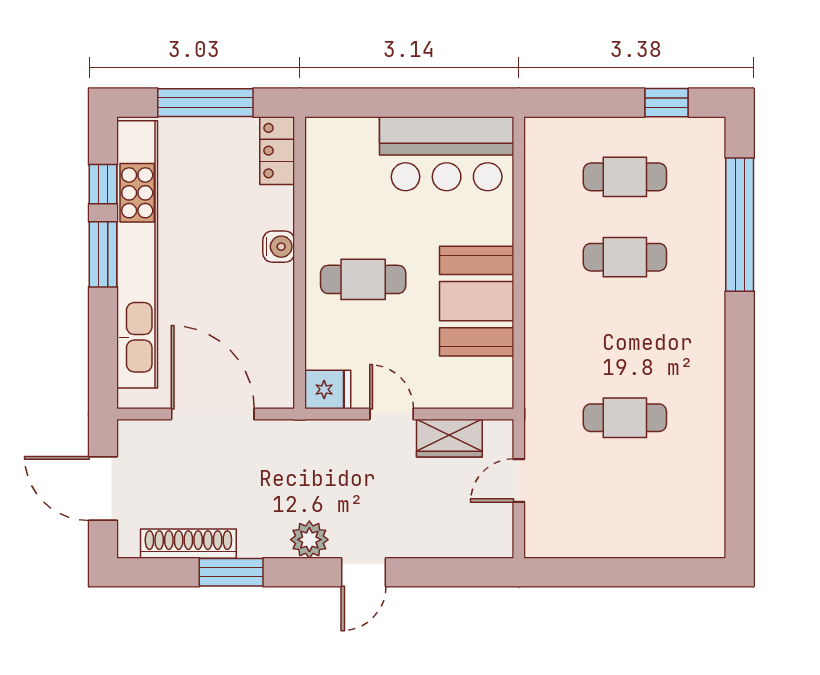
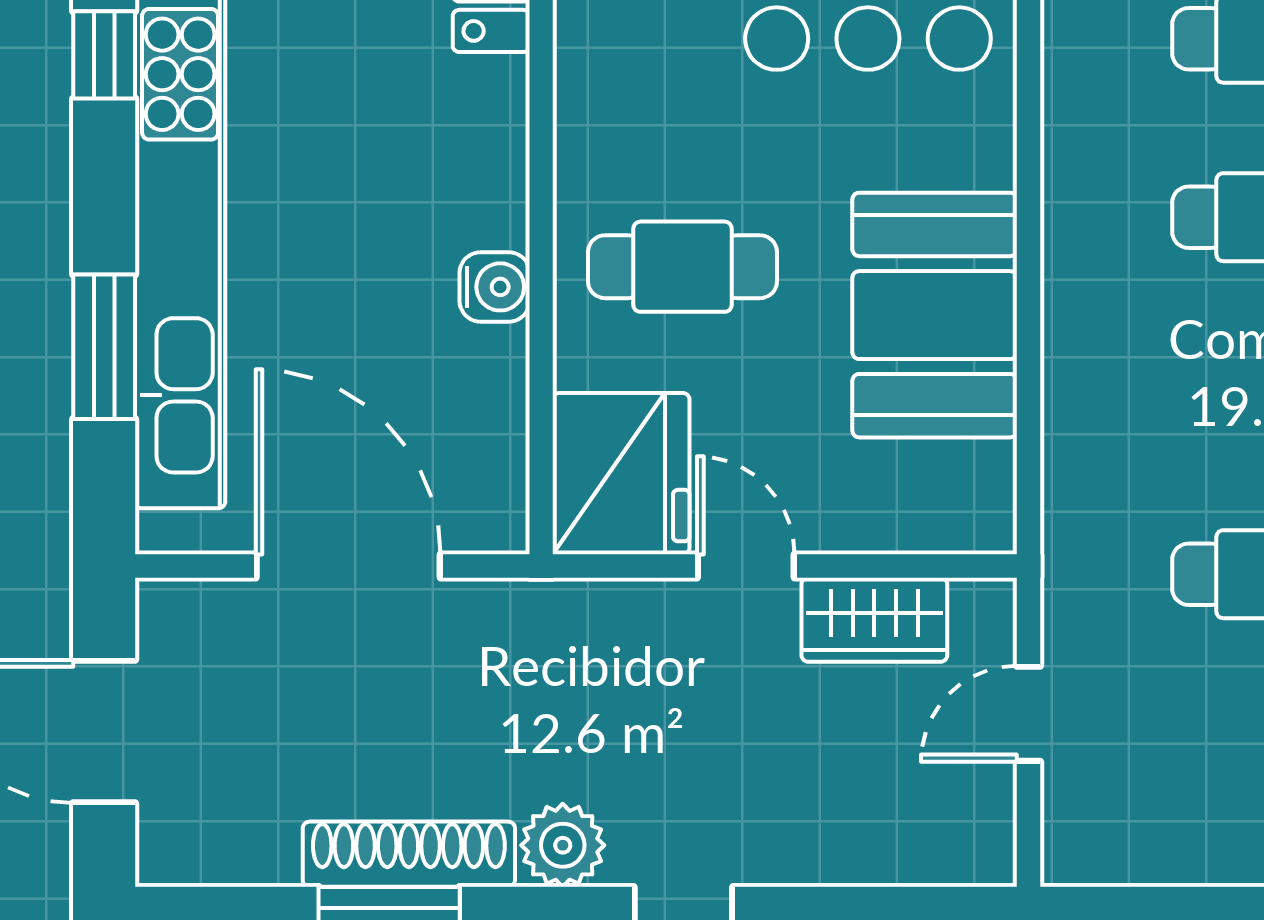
water cooler: (279, 247) -> (495, 287), moved
window: (103, 254) -> (104, 347), moved
fridge: (328, 389) -> (621, 474), width x1.88, depth x1.34
shoe rack: (188, 544) -> (409, 854), moved

